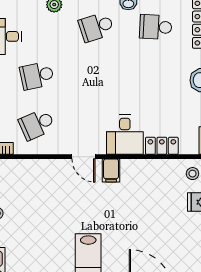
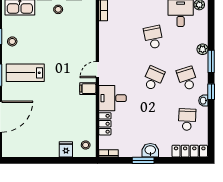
school desk: (37, 124) -> (153, 78), moved, turned 48

